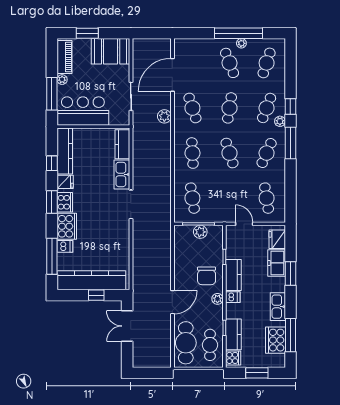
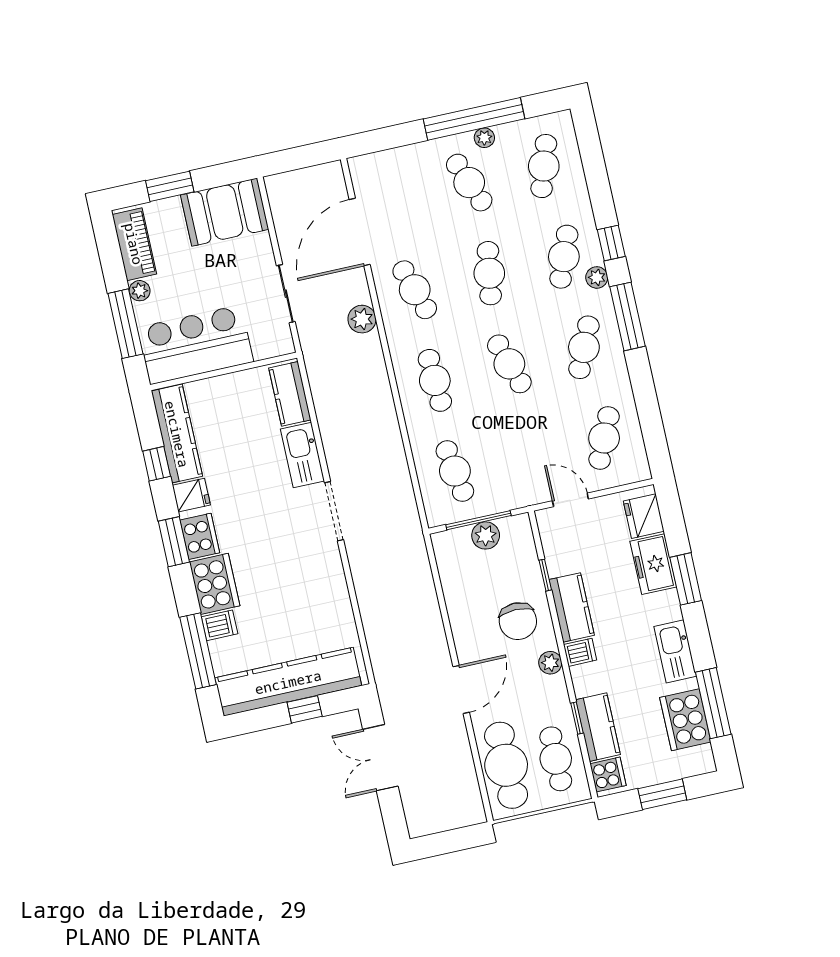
cafe table: (267, 198) -> (604, 438), turned 33

